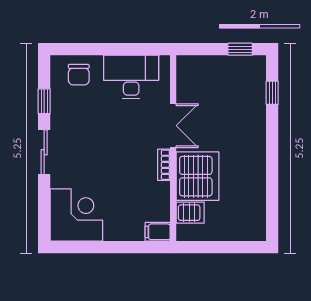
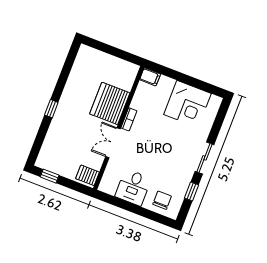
desk: (131, 77) -> (133, 187), width x0.73
window: (272, 93) -> (51, 109), moved
server rack: (190, 213) -> (88, 175), moved
corner desk: (76, 215) -> (187, 104), moved, turned -90

